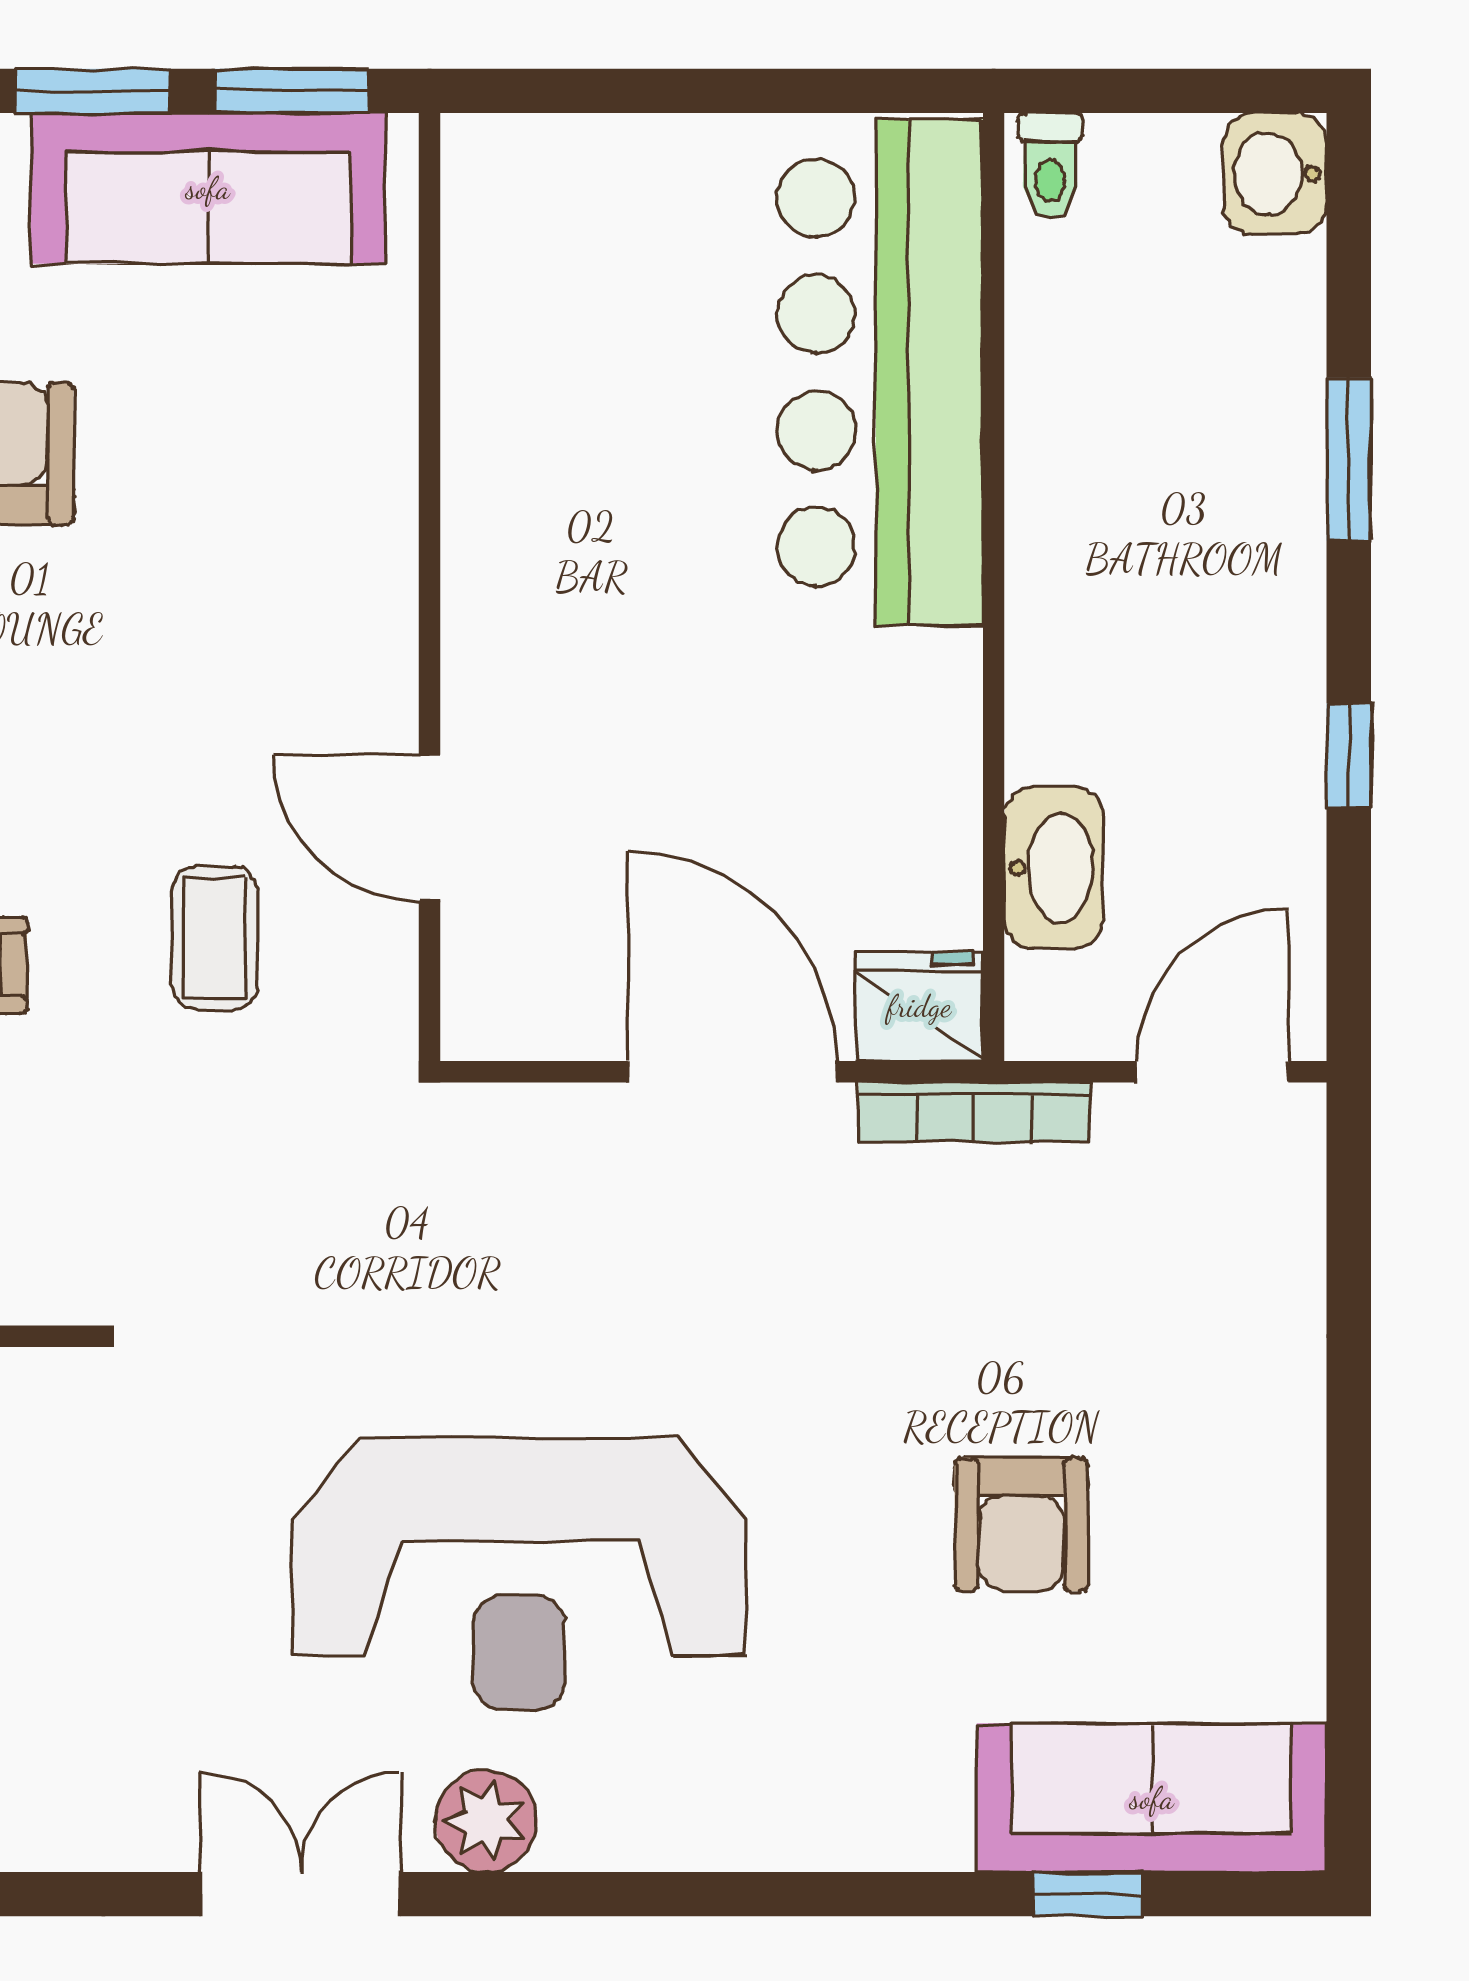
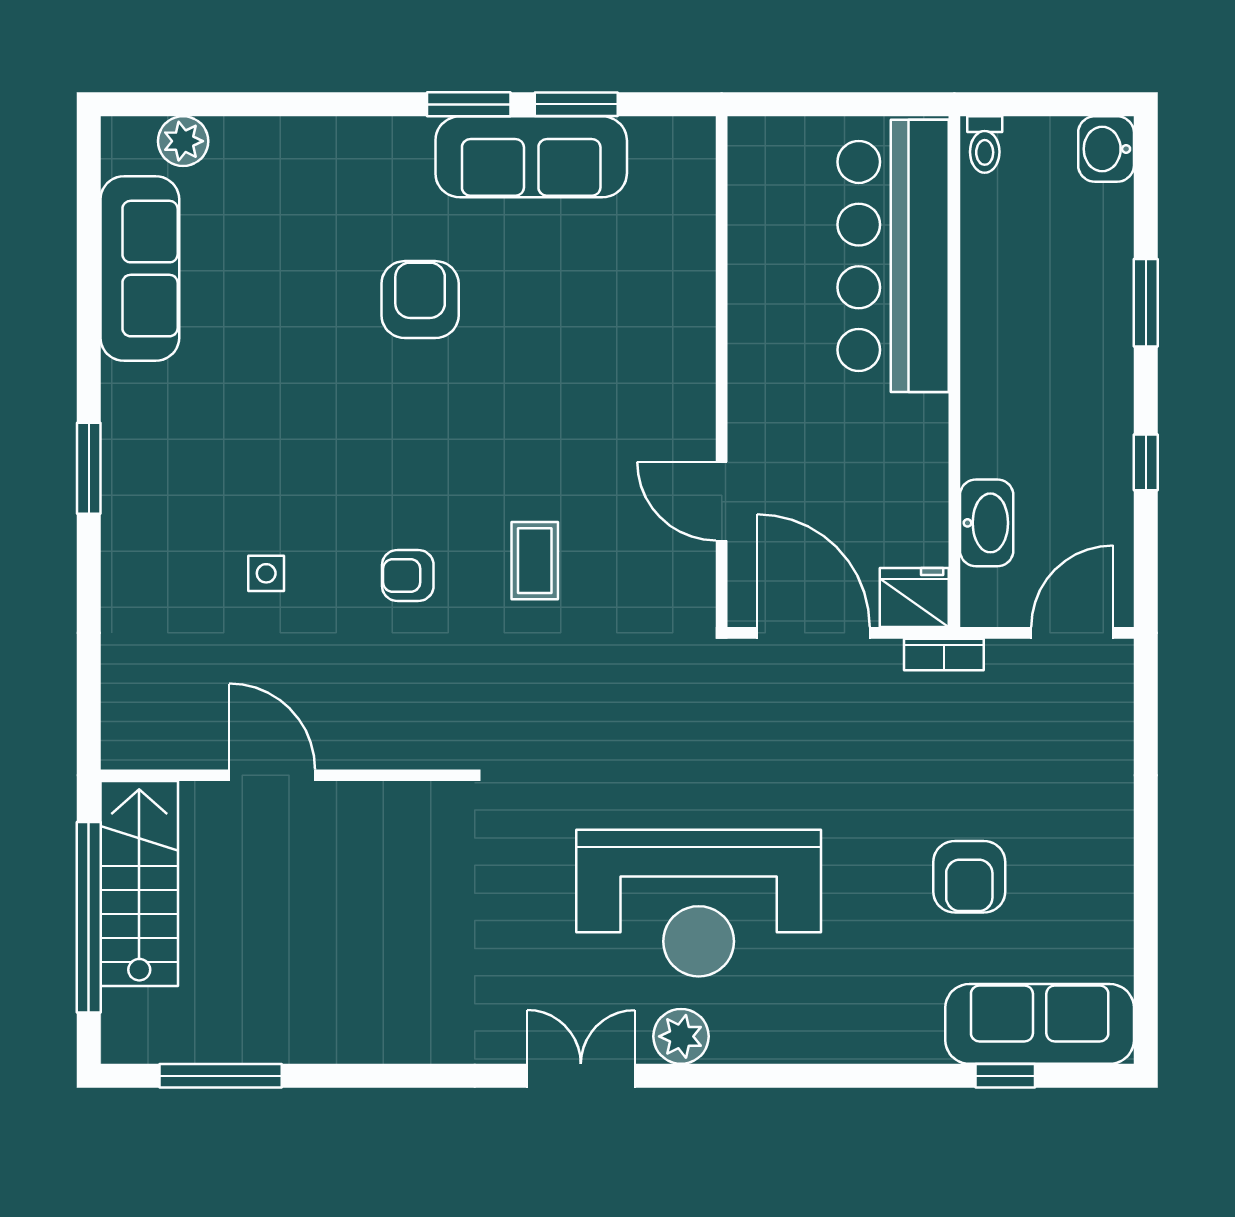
wall: (429, 587) -> (722, 372), moved
door: (429, 828) -> (722, 501), moved
bookcase: (974, 1112) -> (944, 654), width x0.64

